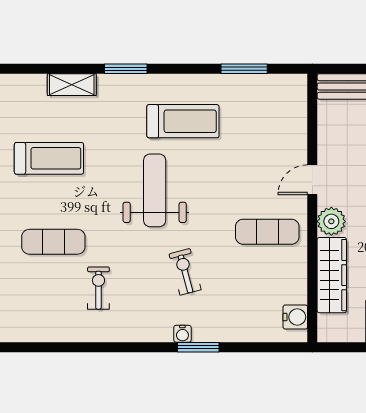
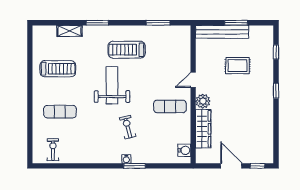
treadmill: (183, 121) -> (127, 50), turned 180
exercise bike: (98, 288) -> (53, 150), moved

